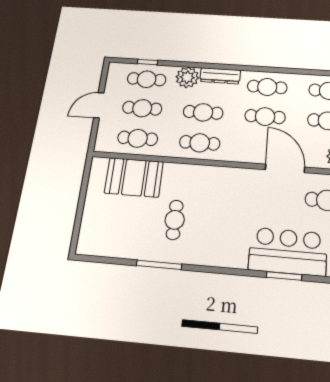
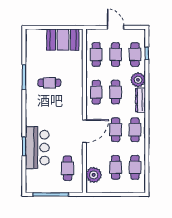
door: (285, 168) -> (84, 131), moved
booth: (134, 177) -> (63, 40), moved, turned 90

